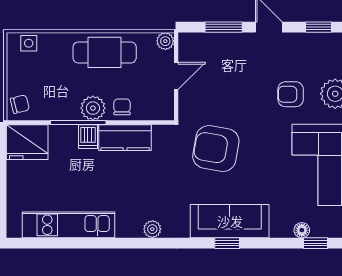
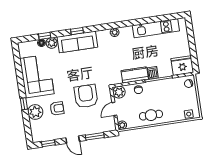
cafe table: (105, 52) -> (151, 115), width x0.73, depth x0.74
plant: (93, 108) -> (119, 92), moved
armchair: (216, 149) -> (86, 96), moved, turned -100
plant: (282, 227) -> (52, 43), added
window: (316, 243) -> (45, 36), moved

